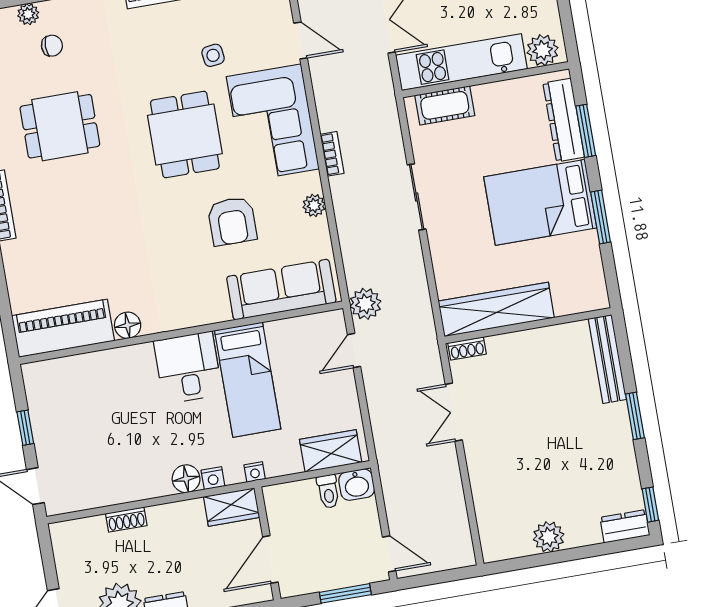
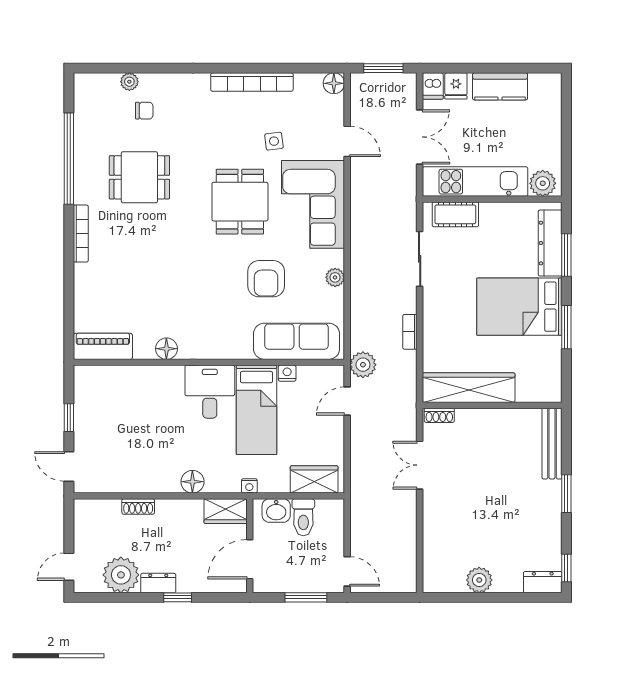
bookcase: (332, 154) -> (410, 332), moved, turned 180
sliding door: (417, 197) -> (420, 259), moved
piano: (63, 328) -> (103, 346), width x0.73, depth x0.75
nightstand: (213, 478) -> (287, 373), moved, turned 180
washbasin: (357, 485) -> (276, 510), moved
toilet: (328, 491) -> (303, 517), width x1.37, depth x1.39

